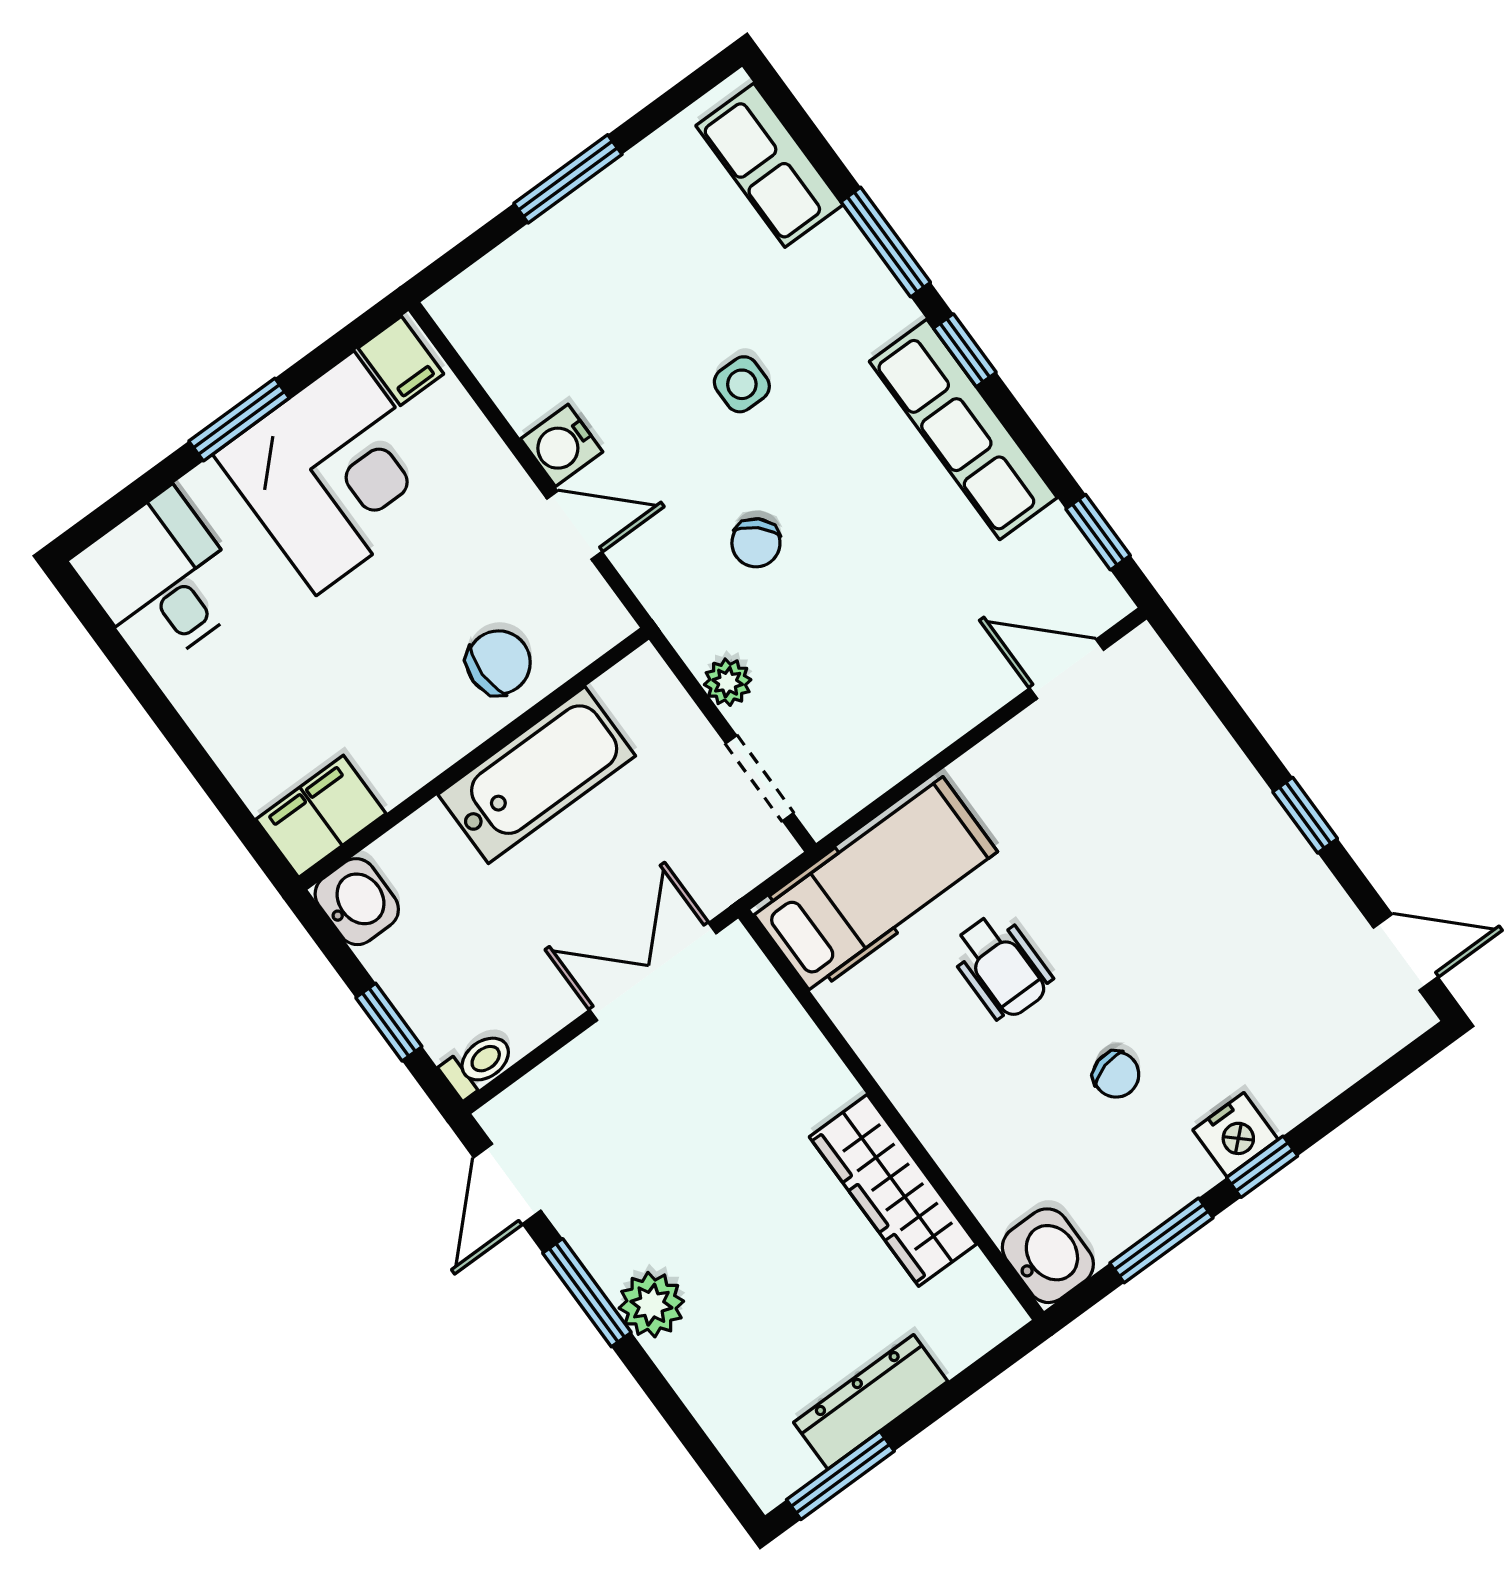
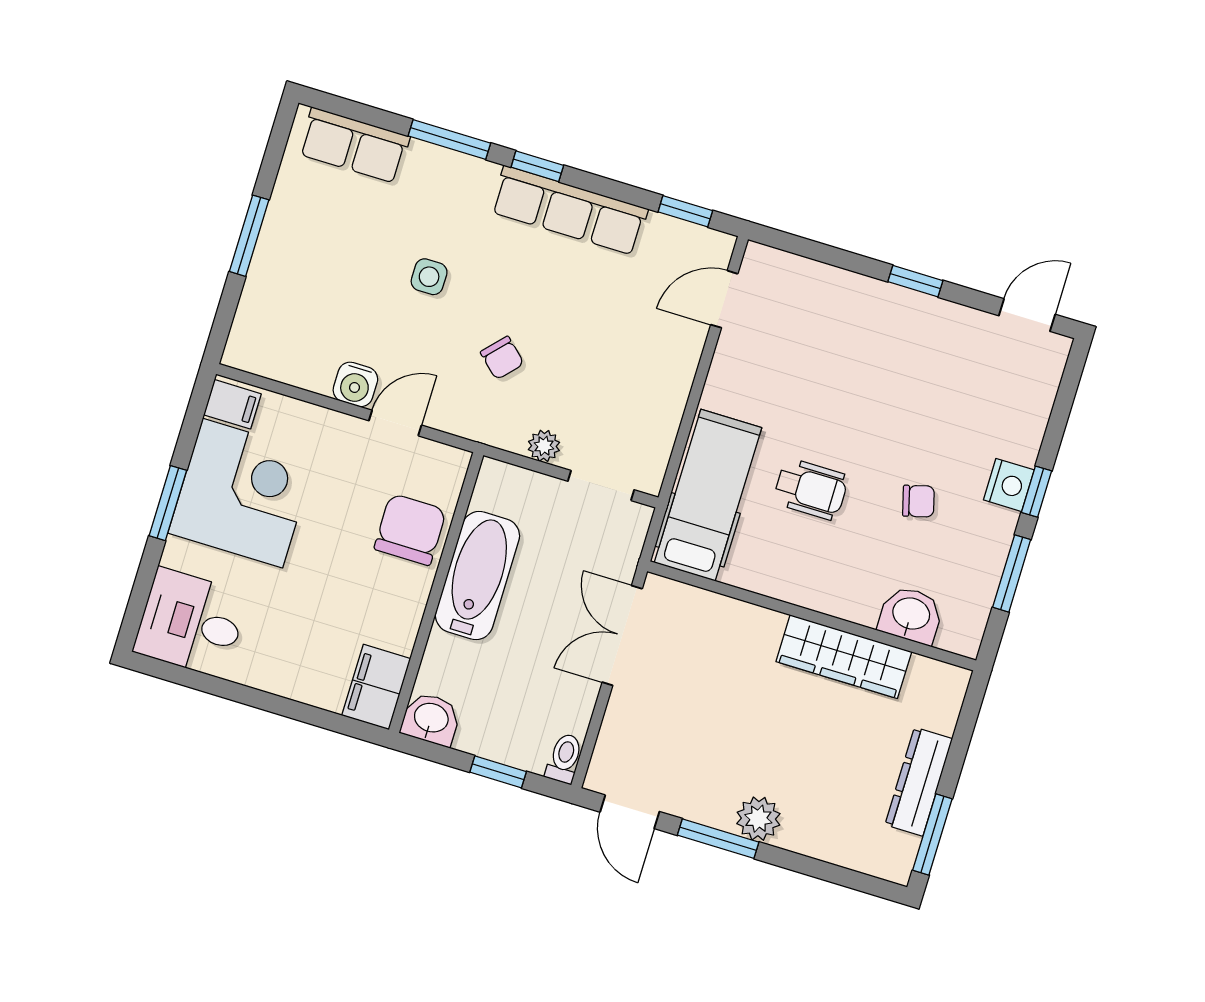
chair: (499, 663) -> (410, 529), width x1.37, depth x1.37
washbasin: (1048, 1256) -> (911, 615), moved

